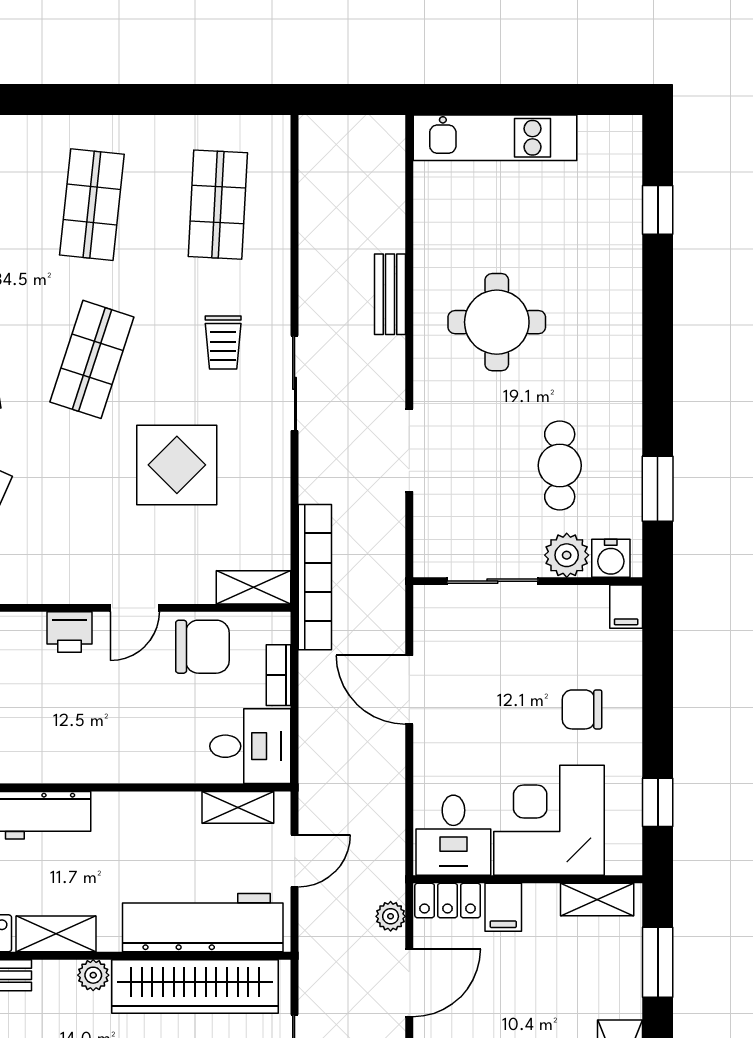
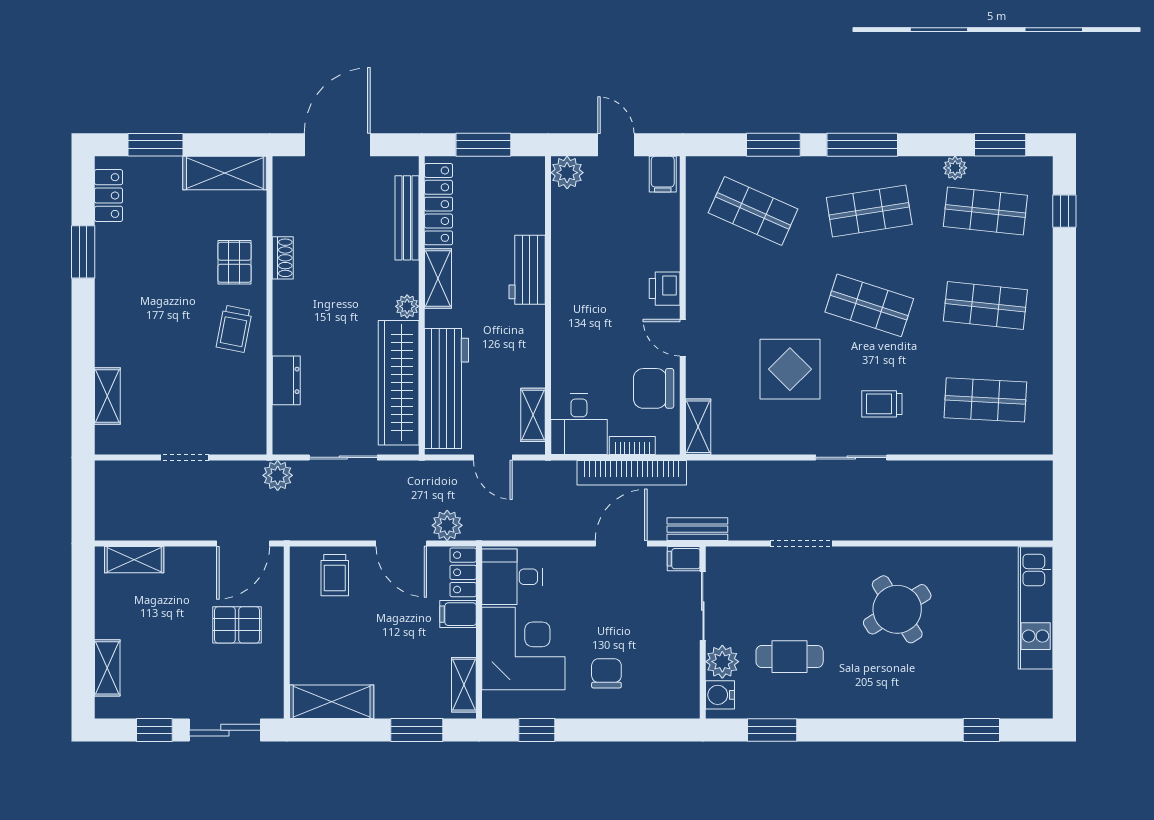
bench: (390, 294) -> (697, 529), moved
round table: (497, 322) -> (897, 609), turned -32
bookcase: (315, 577) -> (632, 473), moved
filing cabinet: (626, 607) -> (684, 559), moved
chair: (202, 647) -> (654, 388), turned 90
plant: (391, 916) -> (447, 525), width x1.38, depth x1.38

